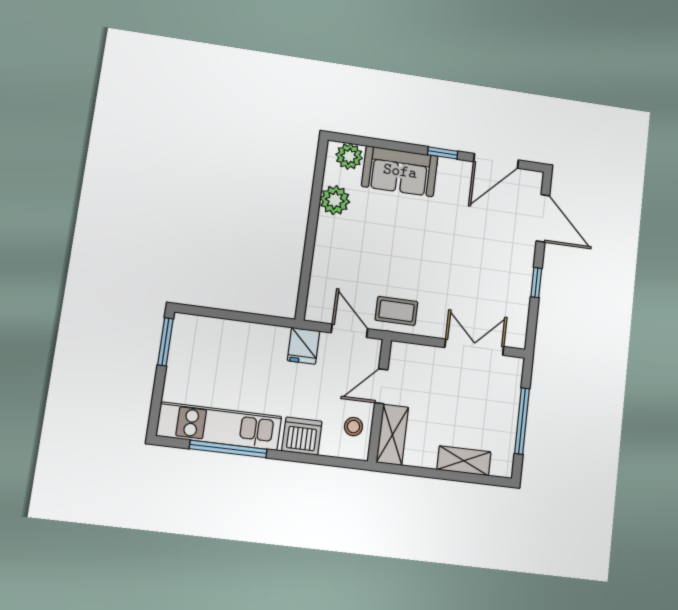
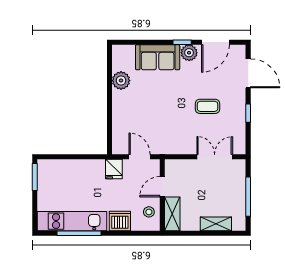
plant: (349, 156) -> (189, 53), moved
coffee table: (396, 311) -> (207, 106), moved

